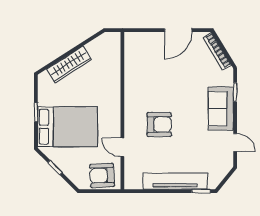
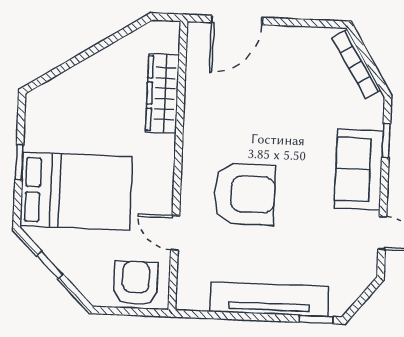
door: (178, 30) -> (237, 20), moved
wardrobe: (69, 65) -> (162, 94), moved, turned 123
armchair: (159, 124) -> (244, 194), width x1.36, depth x1.36
armchair: (102, 175) -> (136, 283), turned 93

